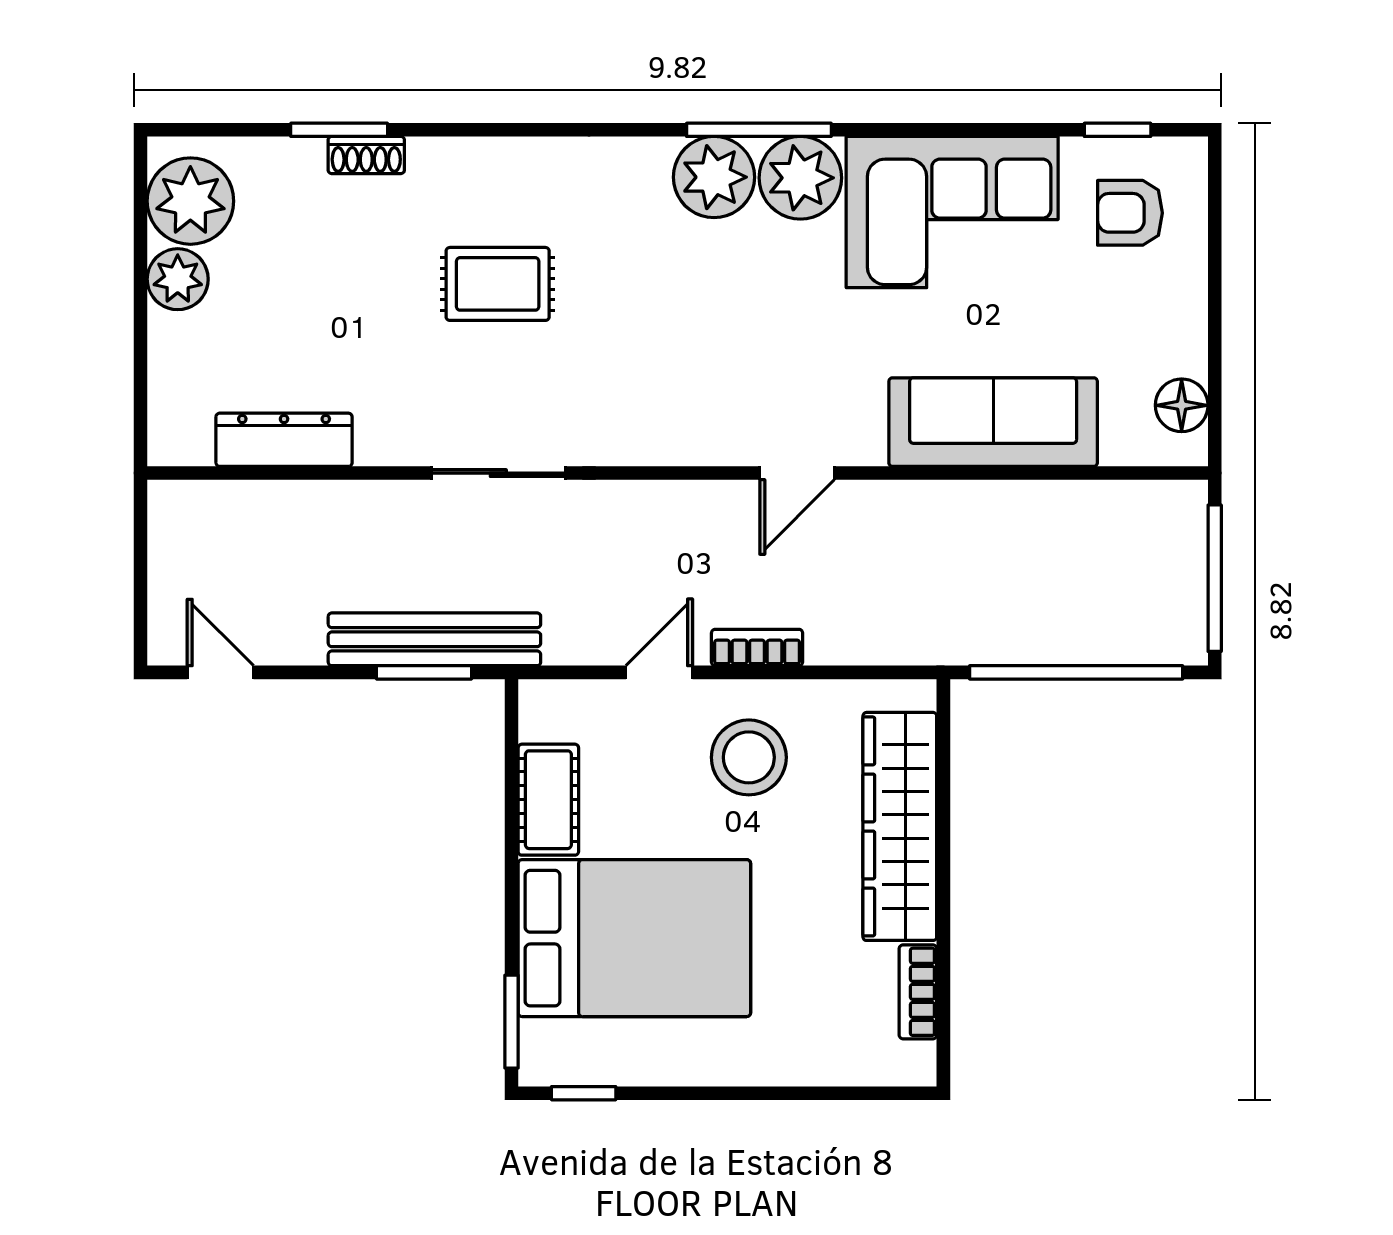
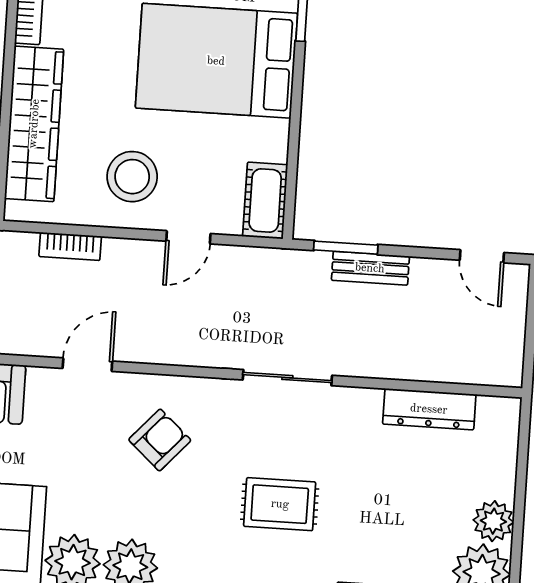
armchair: (682, 368) -> (160, 440), added
bench: (434, 639) -> (370, 268), width x0.54, depth x0.82
bookcase: (757, 648) -> (70, 246), moved
cot: (548, 800) -> (265, 201), moved

